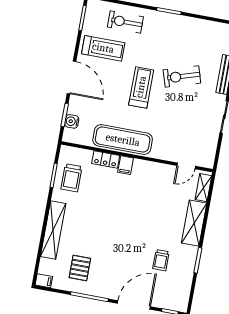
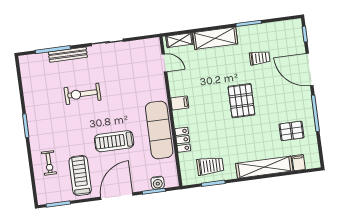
exercise bike: (125, 22) -> (49, 163), width x0.73, depth x0.72
exercise bike: (182, 76) -> (83, 94), turned 107
treadmill: (141, 87) -> (114, 141), moved
filing cabinet: (126, 165) -> (180, 103), moved
pallet: (125, 229) -> (241, 101), added
filing cabinet: (44, 281) -> (299, 163), moved

